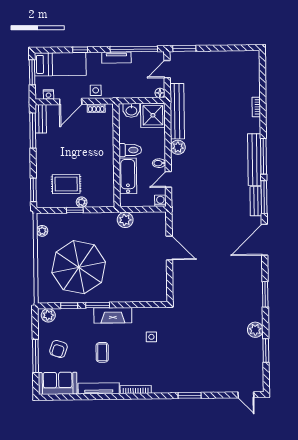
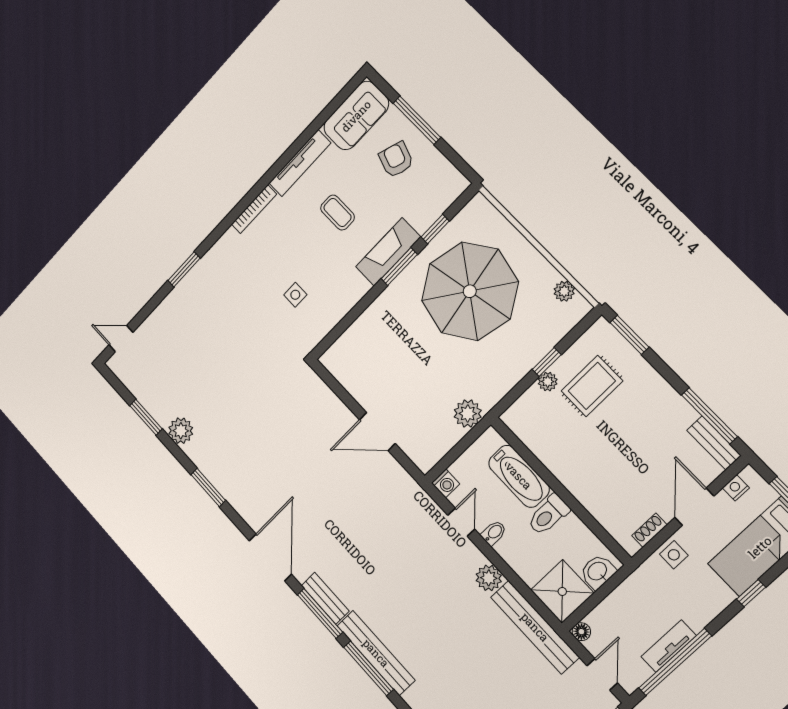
tv unit: (116, 58) -> (669, 646), moved
plant: (48, 315) -> (450, 189), removed
fireplace: (113, 315) -> (388, 252), moved

